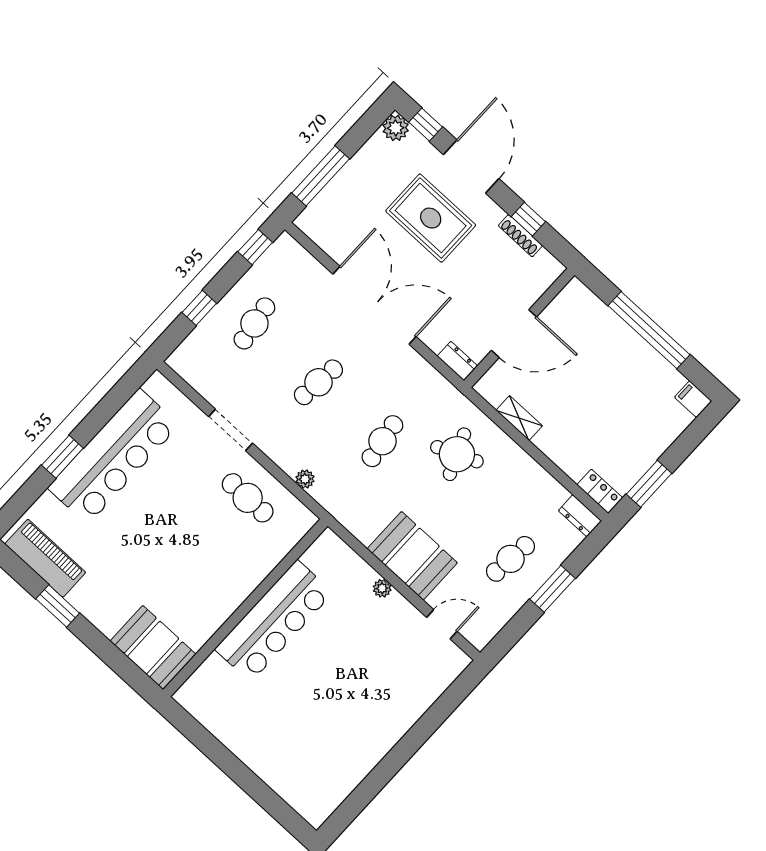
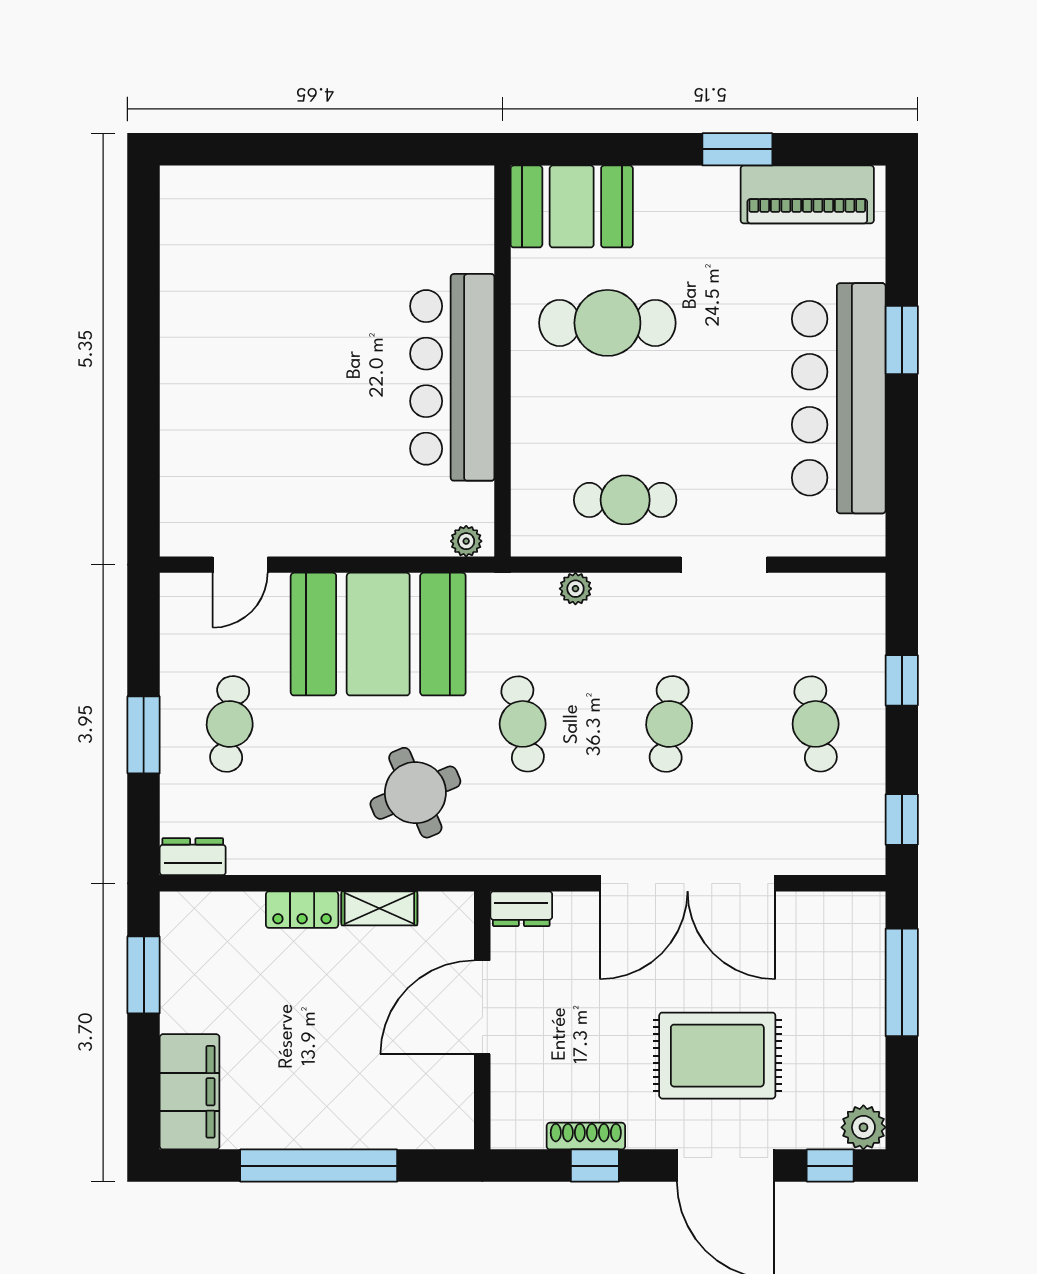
filing cabinet: (693, 399) -> (190, 1092), width x3.00, depth x1.17
locker: (600, 491) -> (302, 910), moved
booth: (412, 556) -> (378, 634), width x1.36, depth x1.42
cafe table: (184, 582) -> (607, 323), added
plant: (382, 588) -> (466, 541), moved

